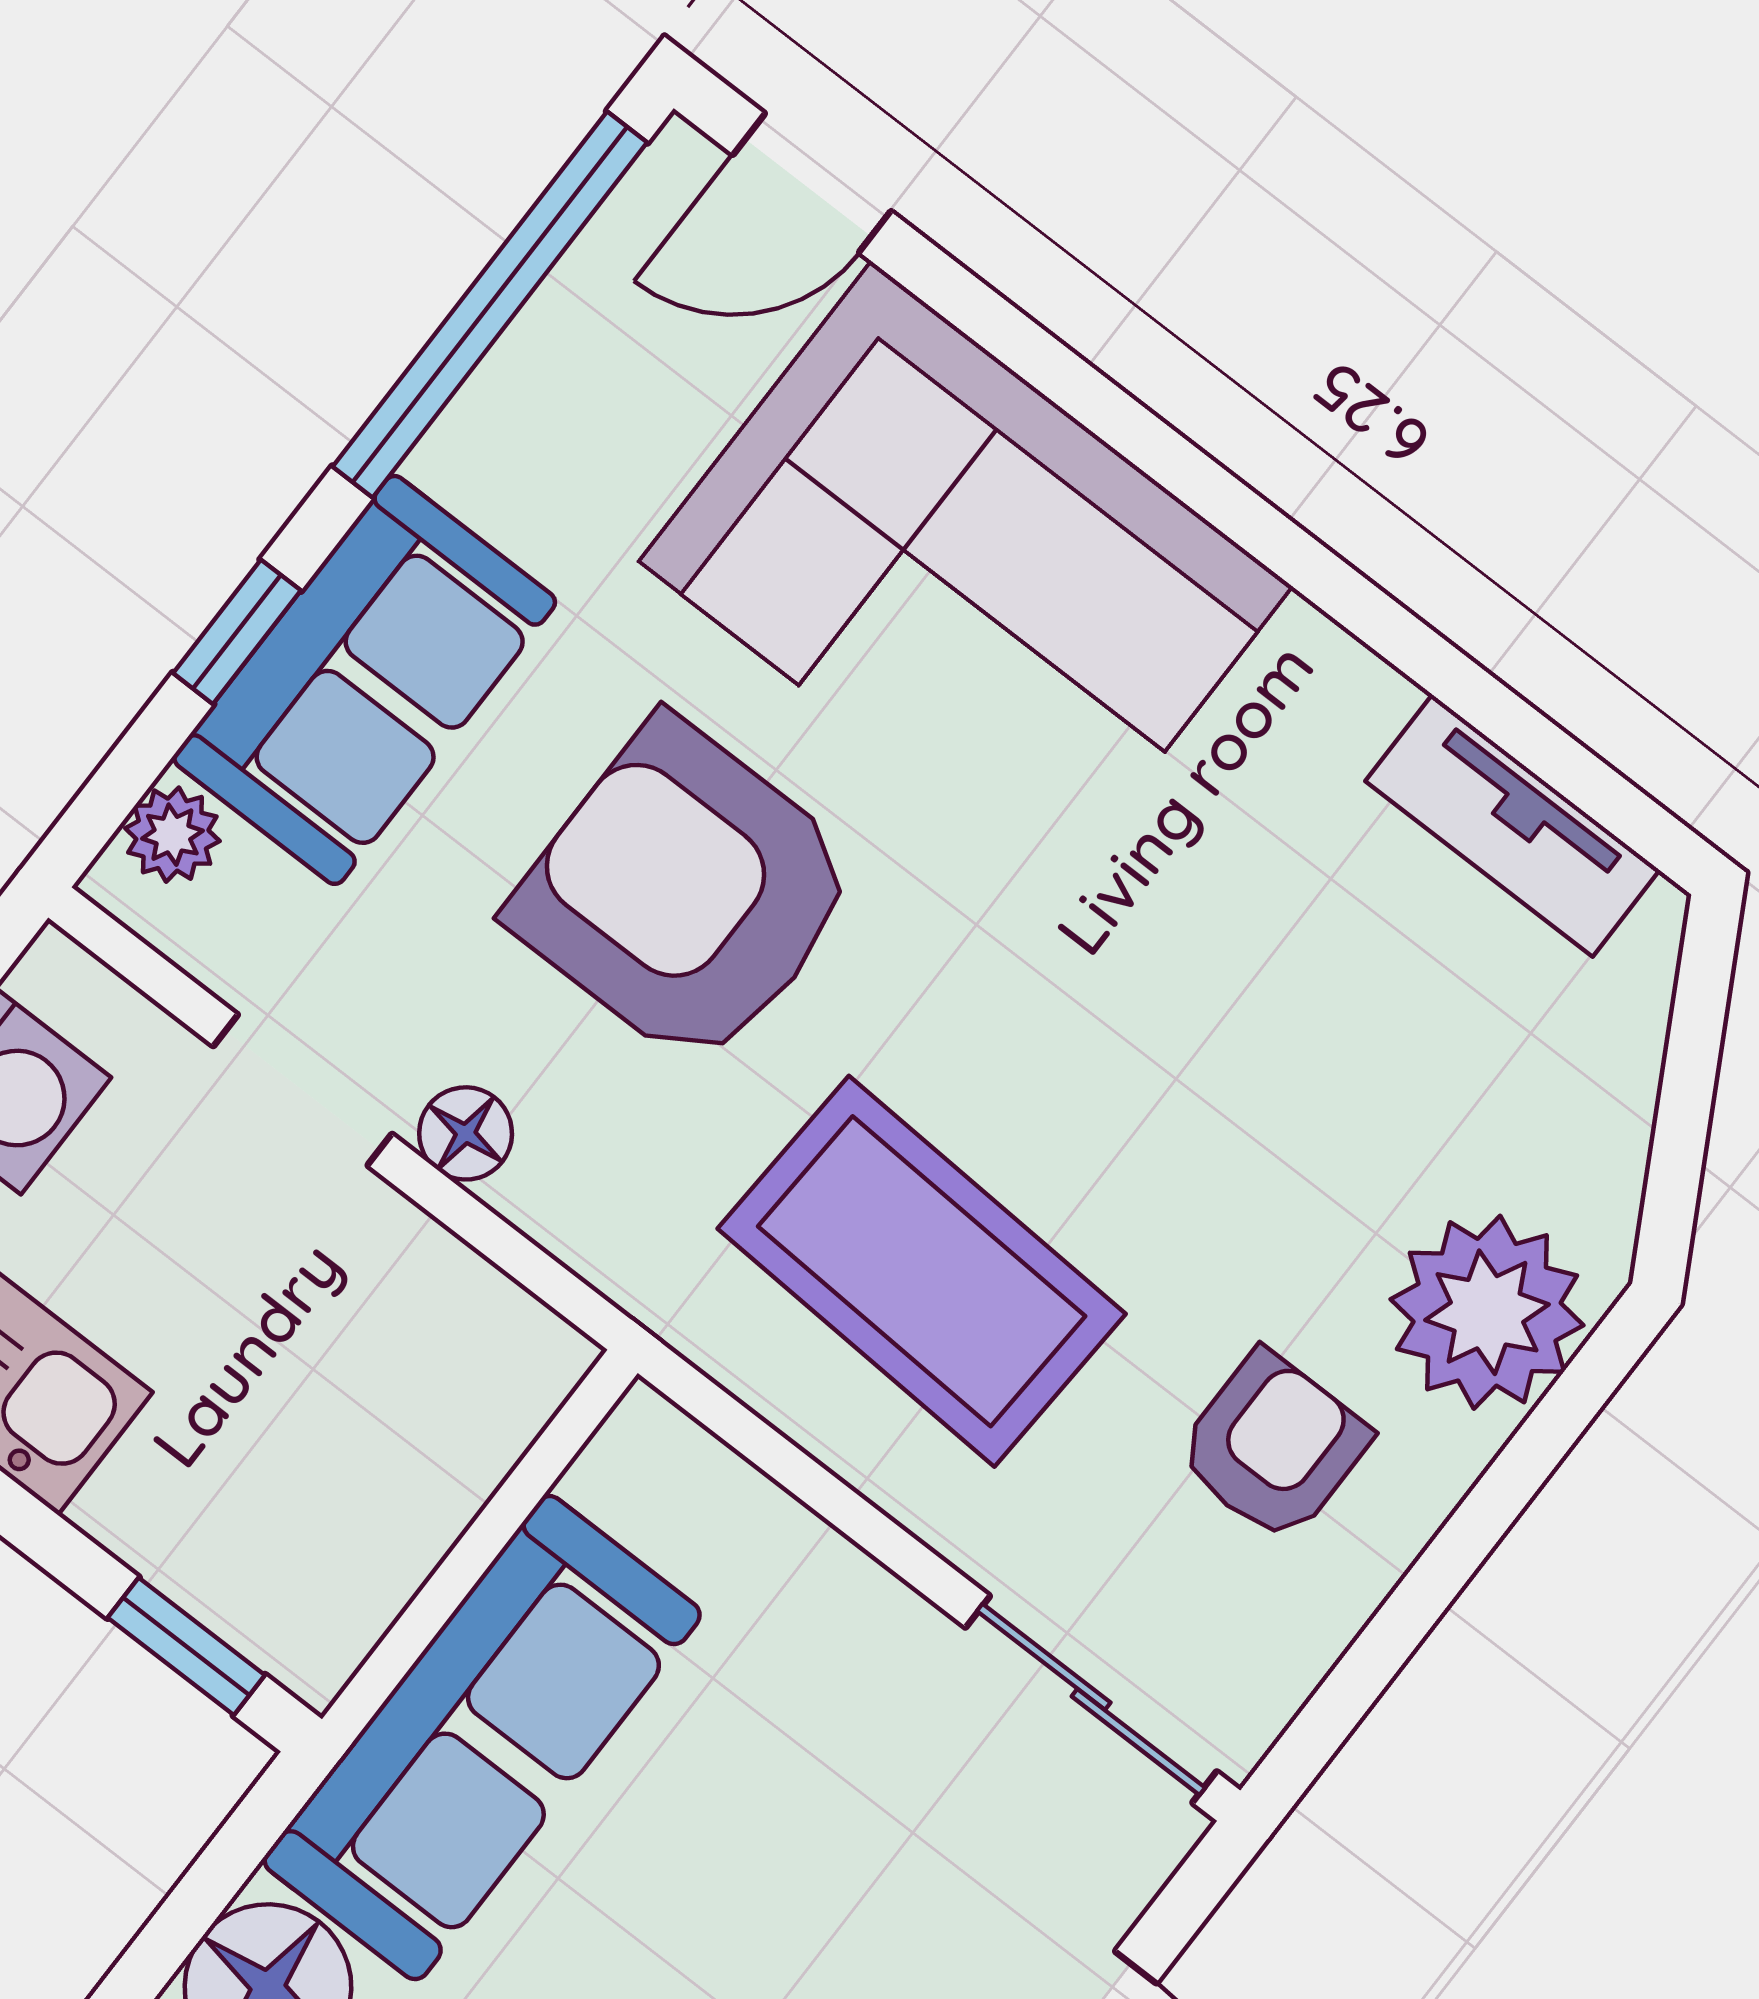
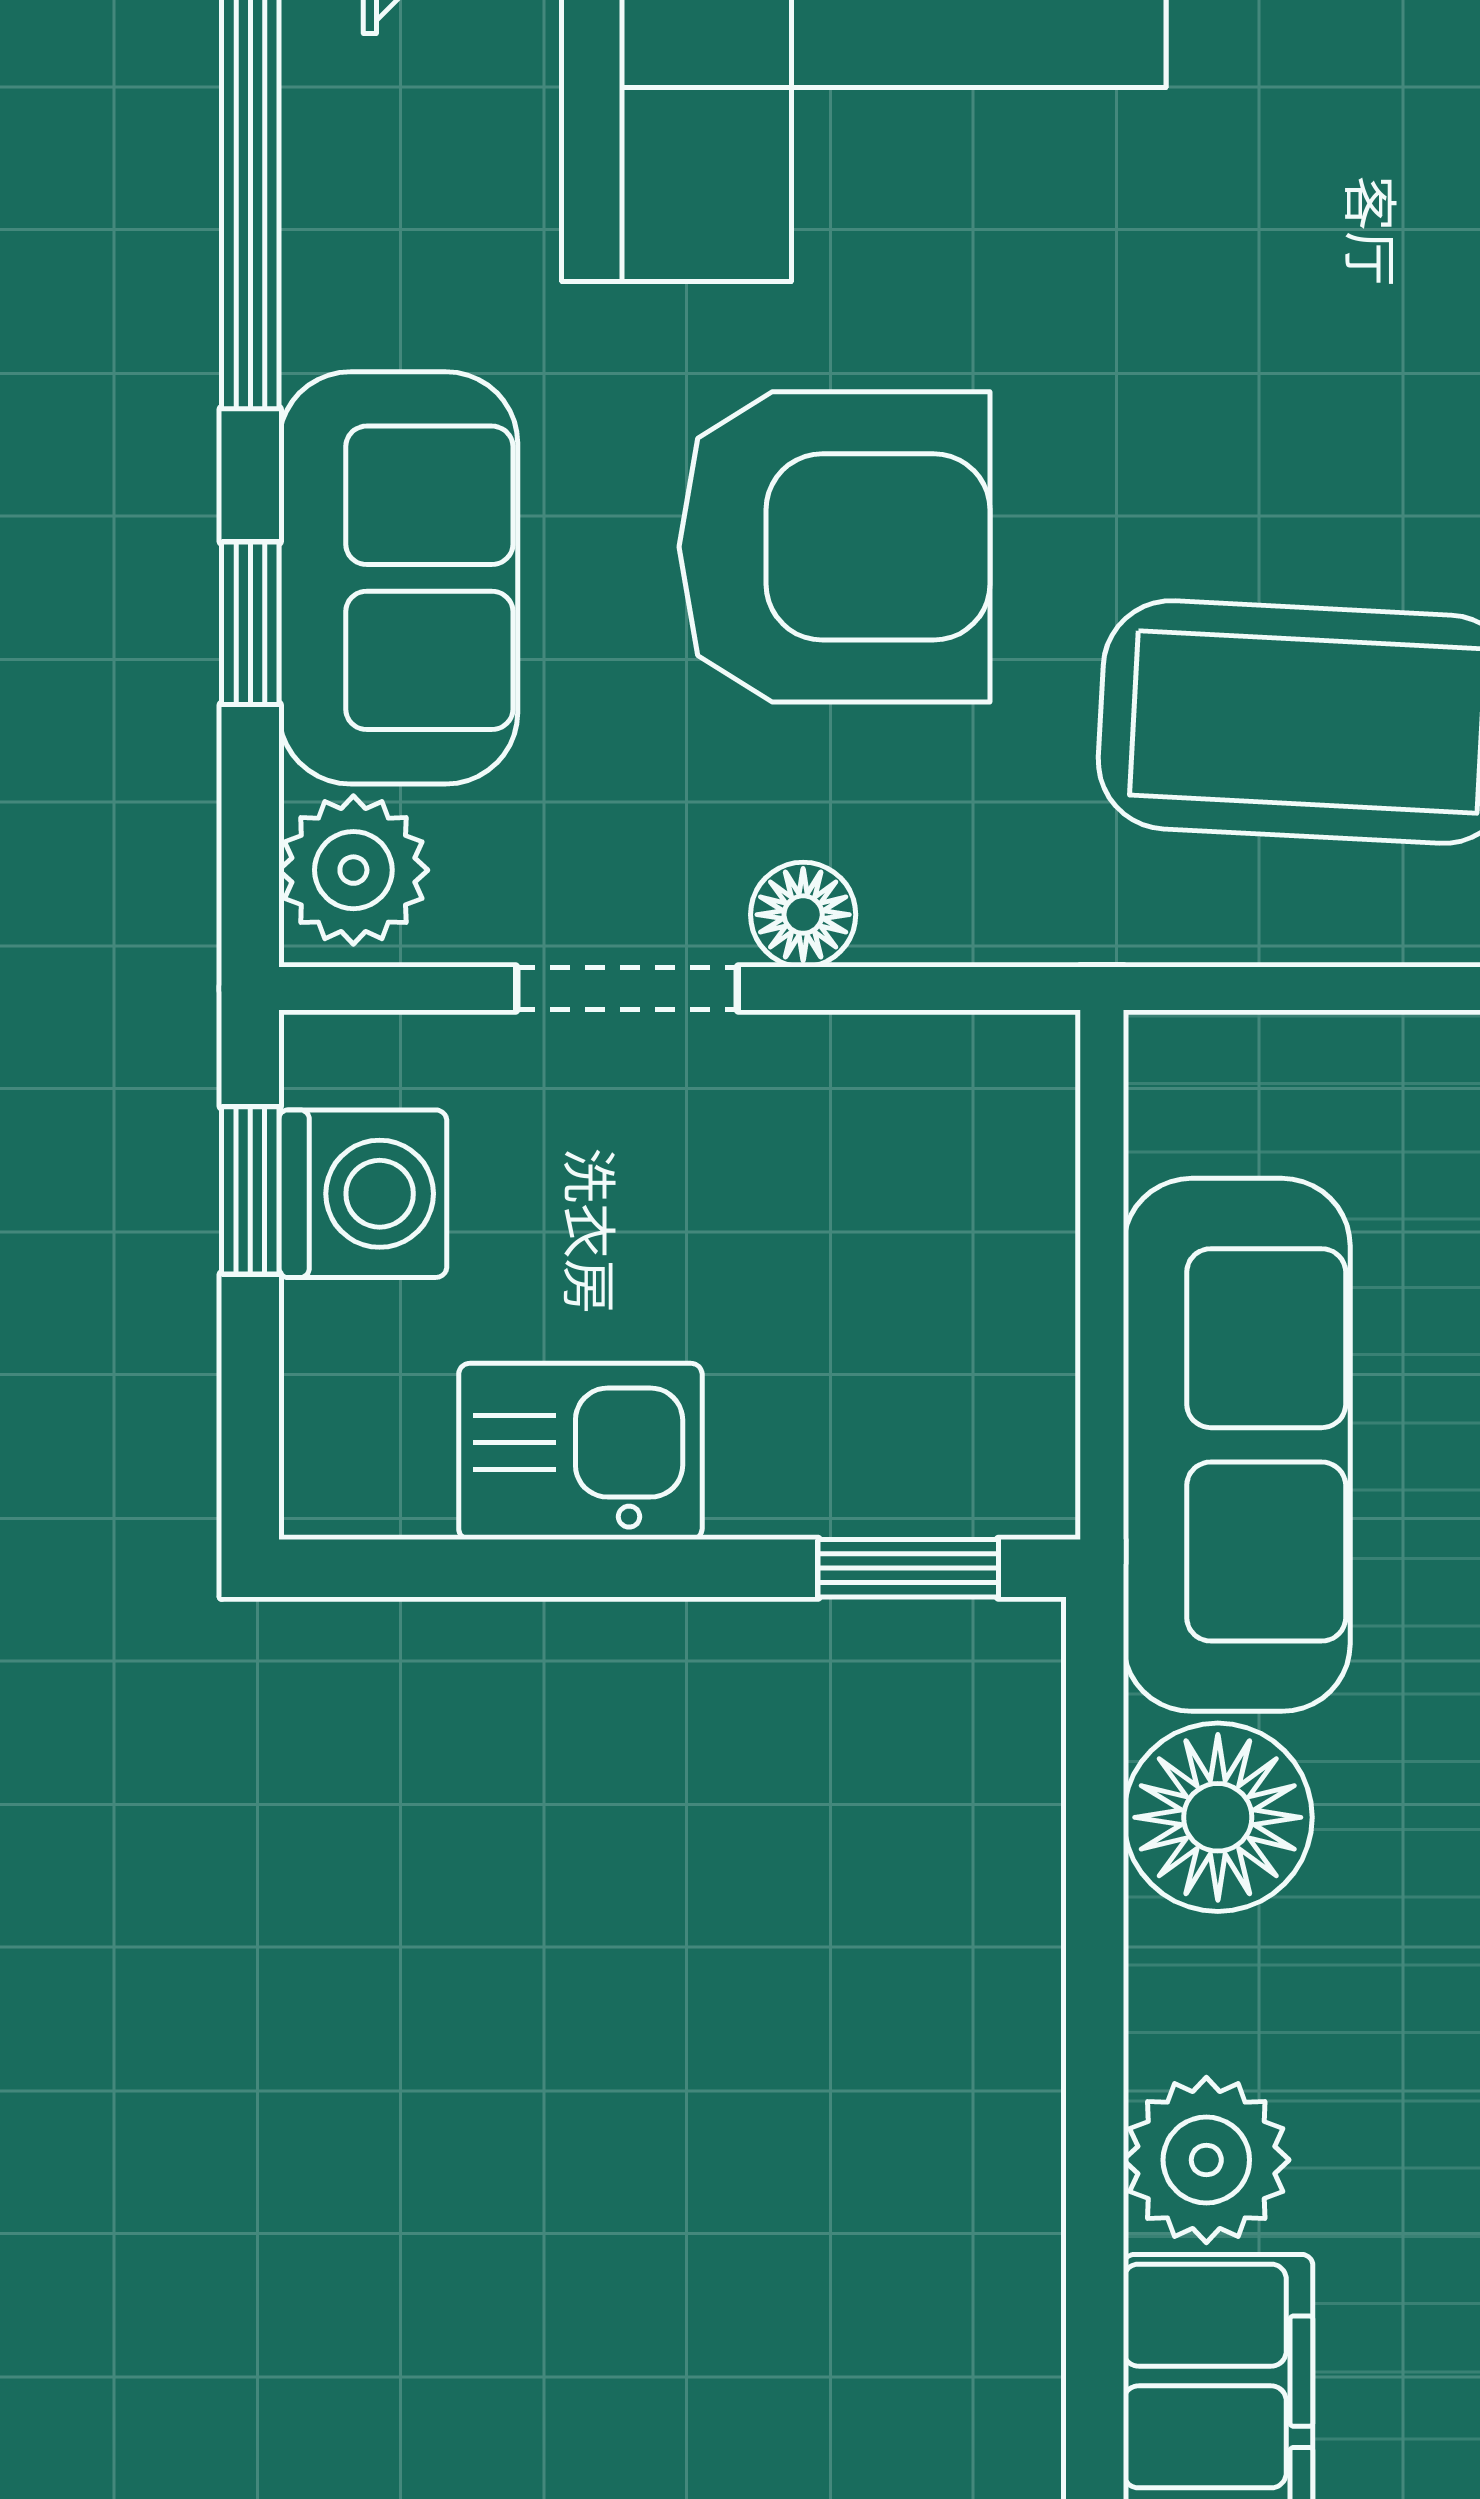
plant: (172, 835) -> (353, 870), width x1.38, depth x1.38
armchair: (686, 894) -> (834, 547), turned 180

